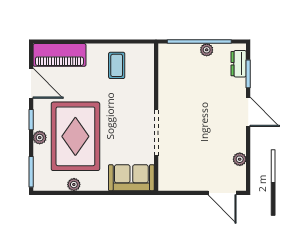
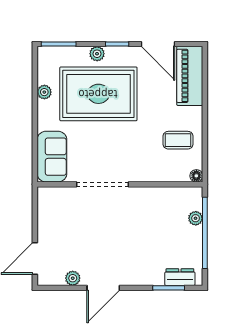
floor lamp: (148, 49) -> (196, 176), added
plant: (207, 50) -> (196, 218), moved
door: (31, 83) -> (158, 44), hinge flipped
door: (248, 112) -> (103, 288), moved

